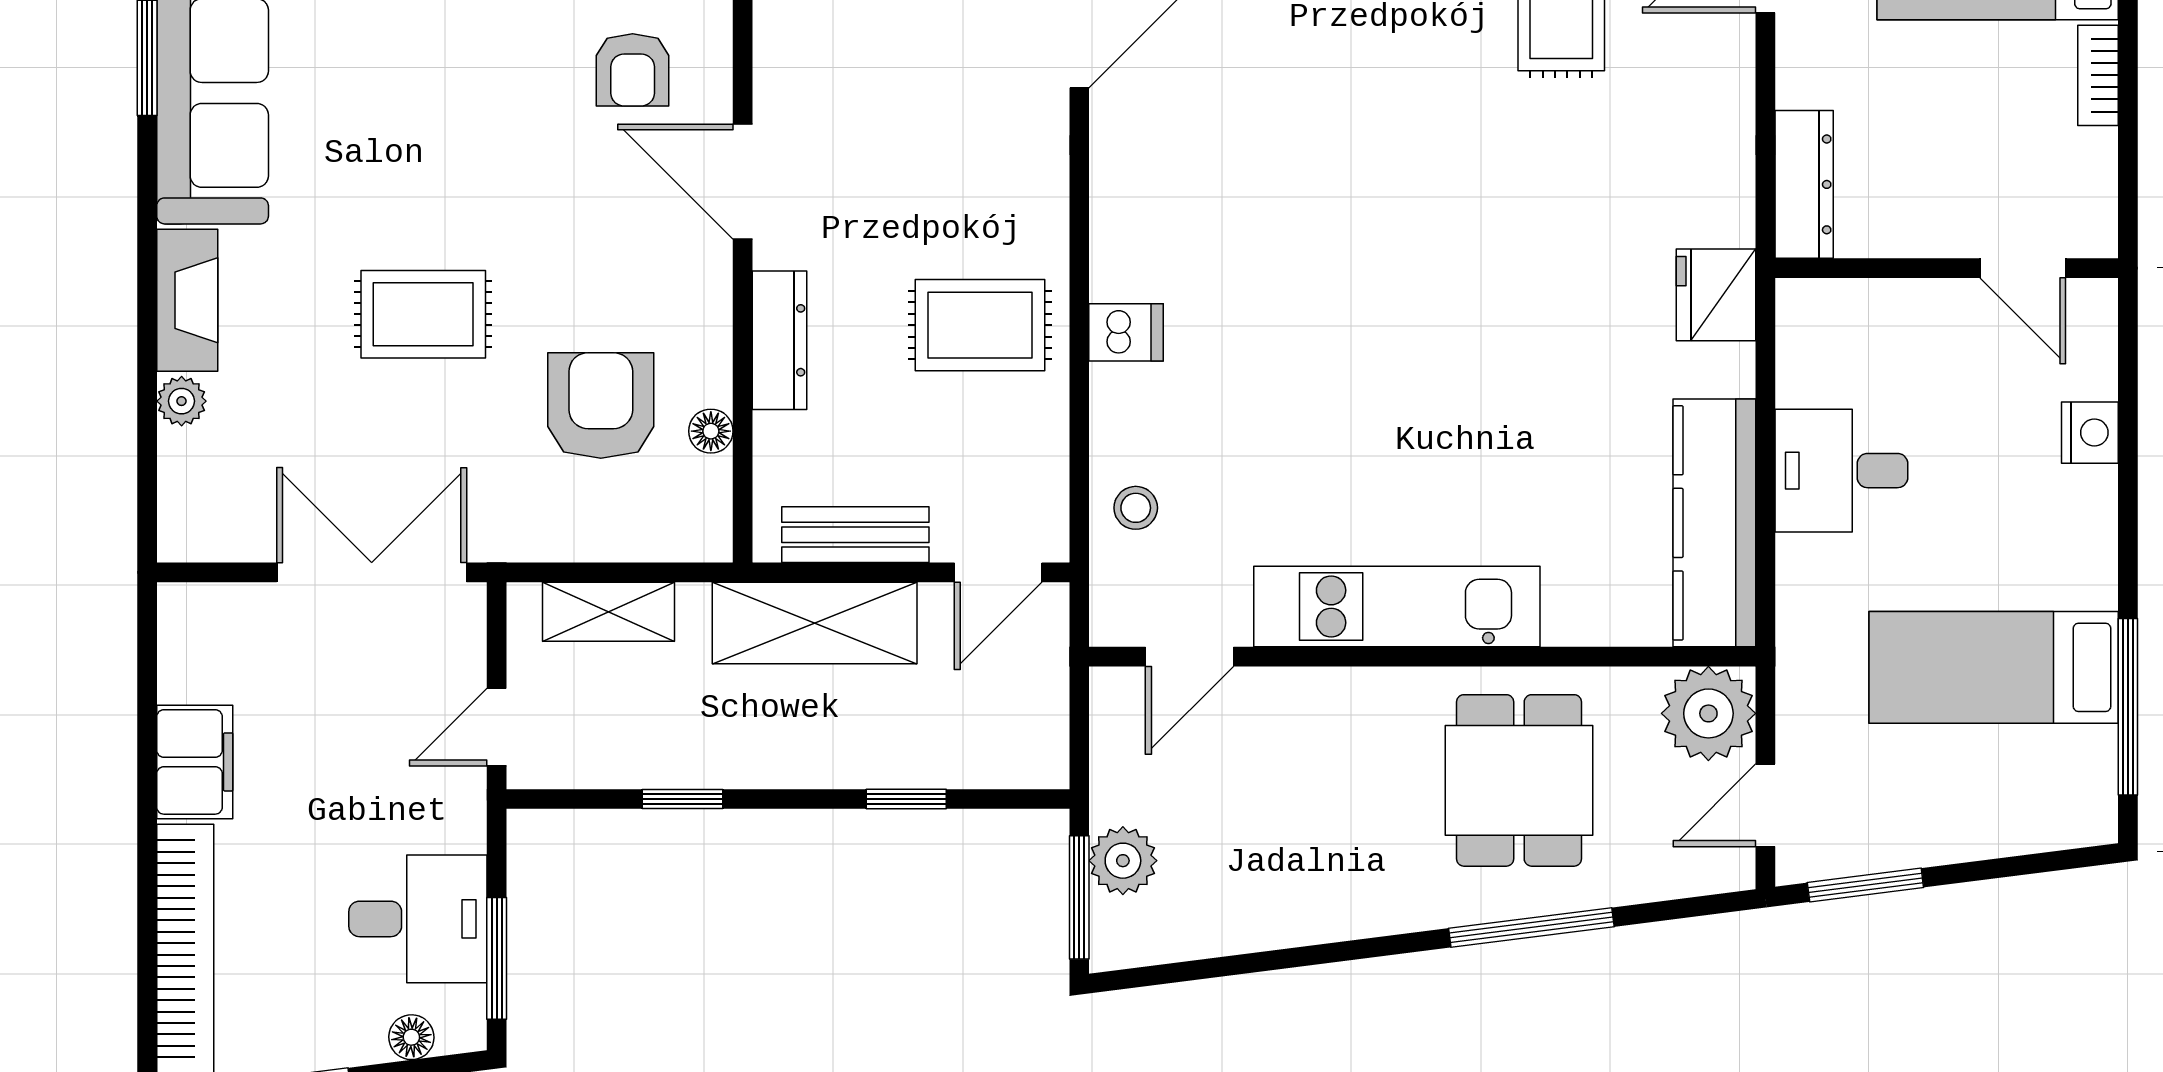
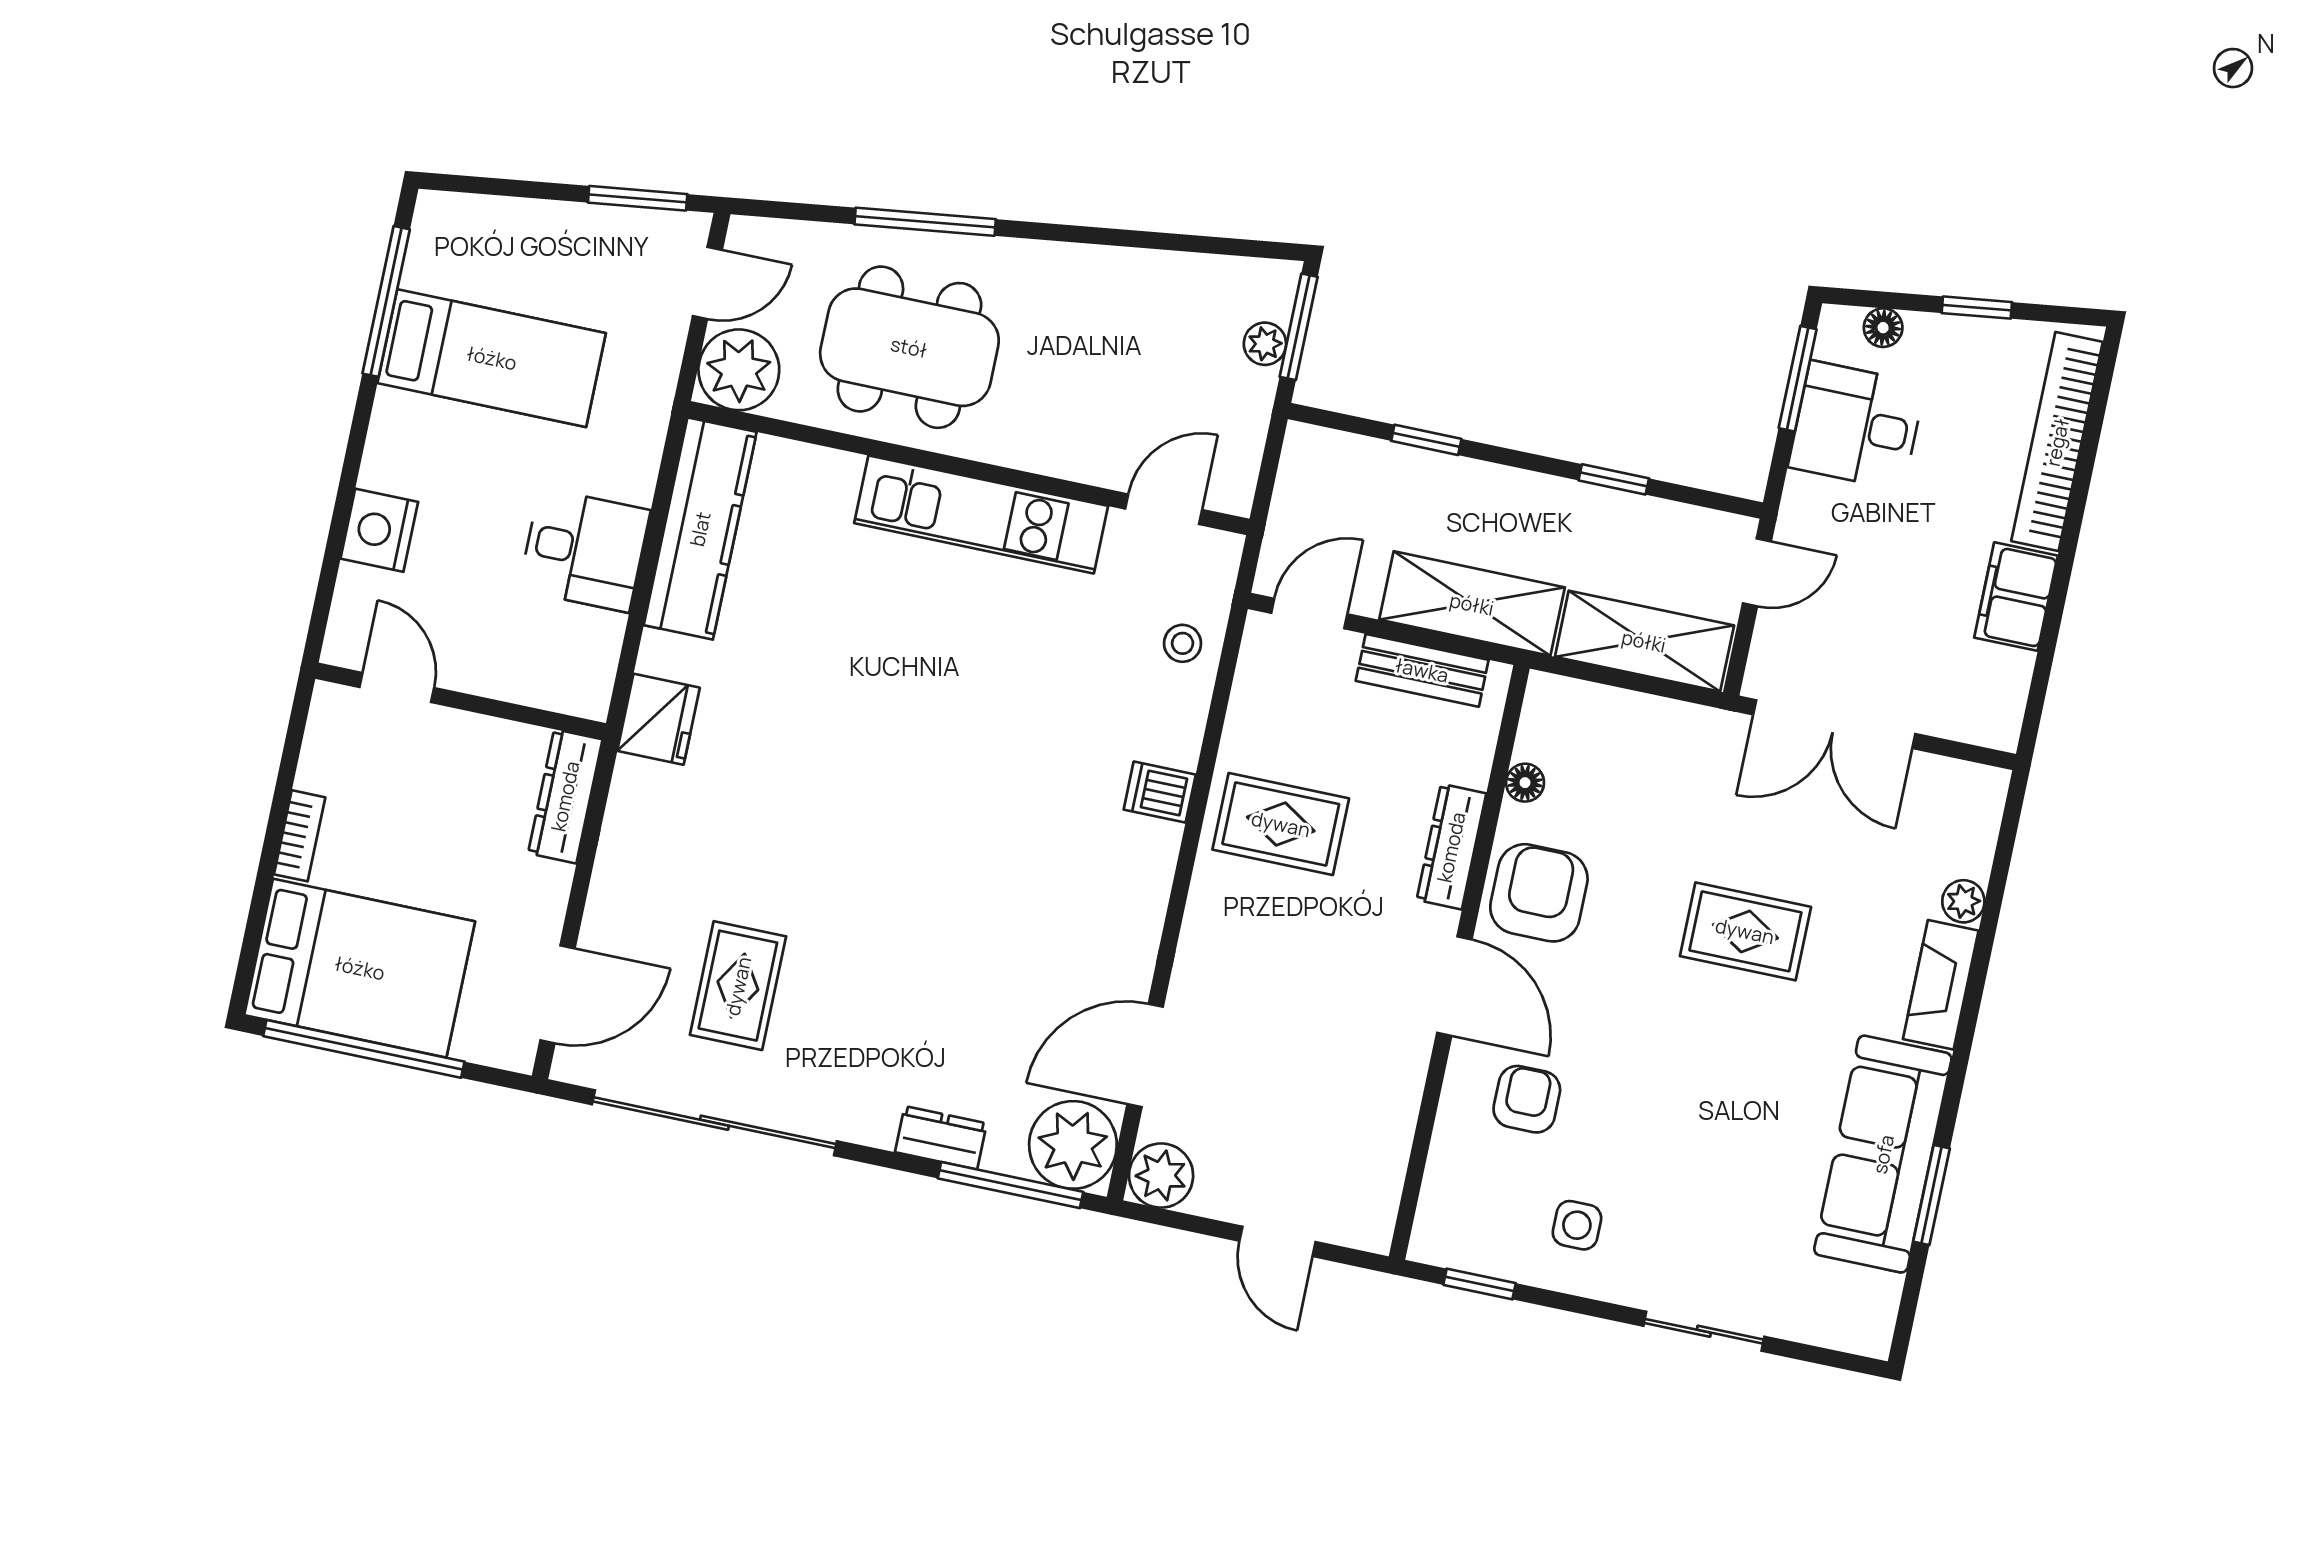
armchair: (601, 406) -> (1539, 893), moved, turned 180
nightstand: (2090, 433) -> (379, 530), width x1.36, depth x1.33
shelving: (608, 612) -> (1644, 641), width x1.50, depth x1.33
dining table: (1519, 780) -> (909, 347), width x1.37
plant: (1123, 861) -> (1265, 344), width x0.73, depth x0.73

